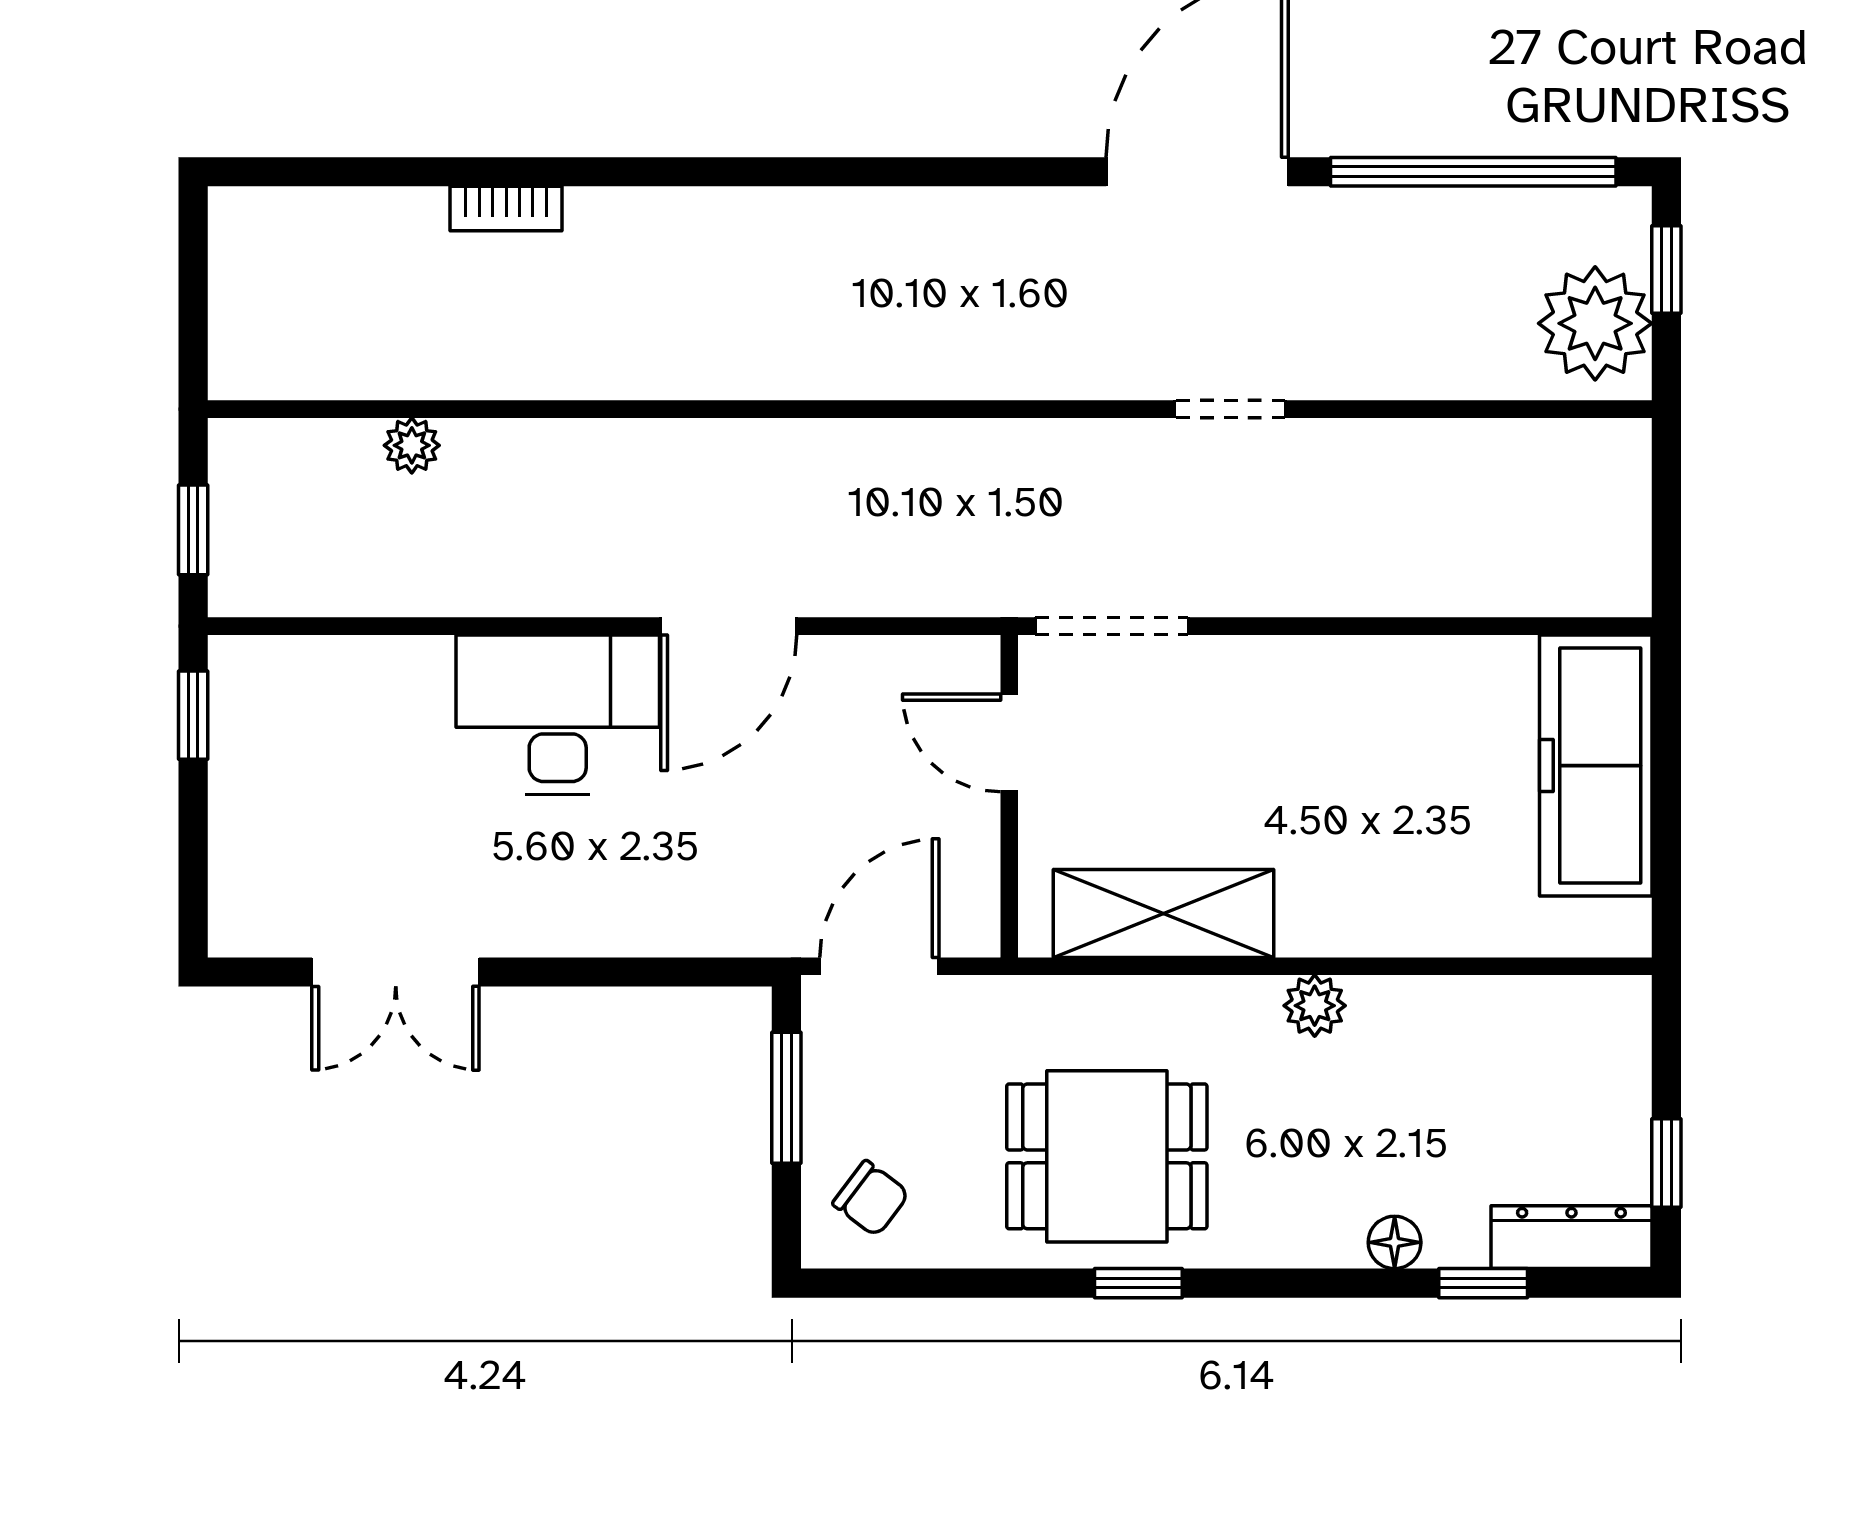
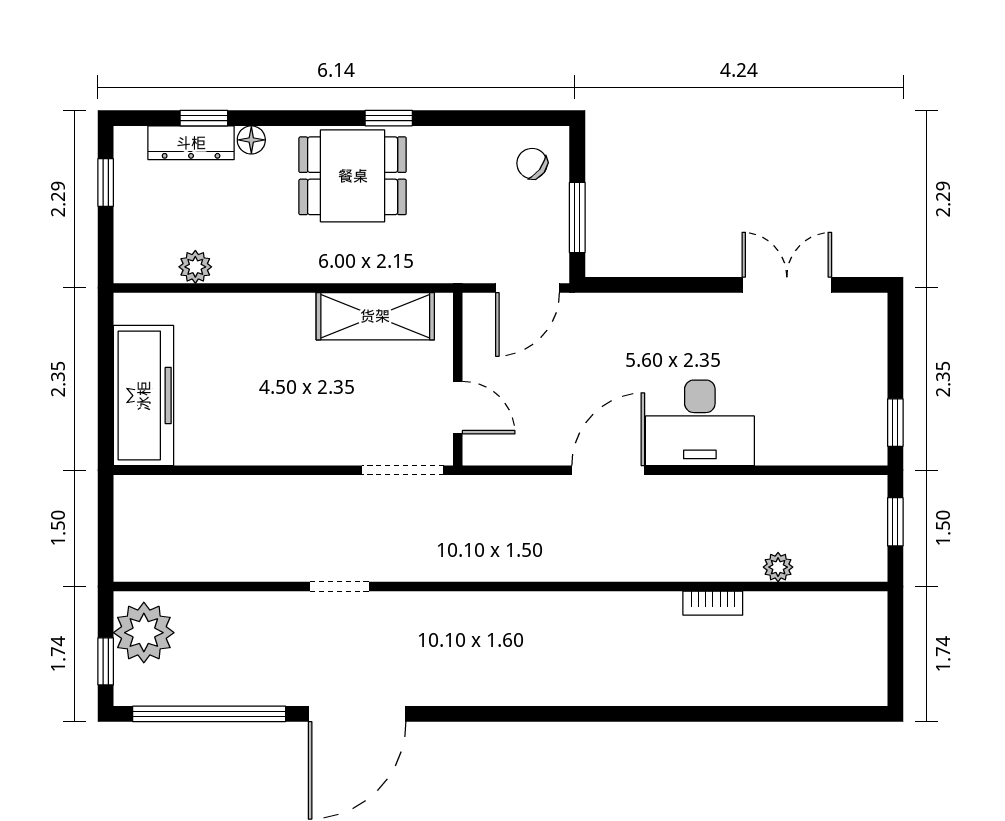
bookcase: (506, 209) -> (713, 603), moved, turned 180
plant: (1315, 1006) -> (195, 267), moved
dining table: (1107, 1156) -> (353, 176), moved
dresser: (1571, 1237) -> (191, 143), moved

